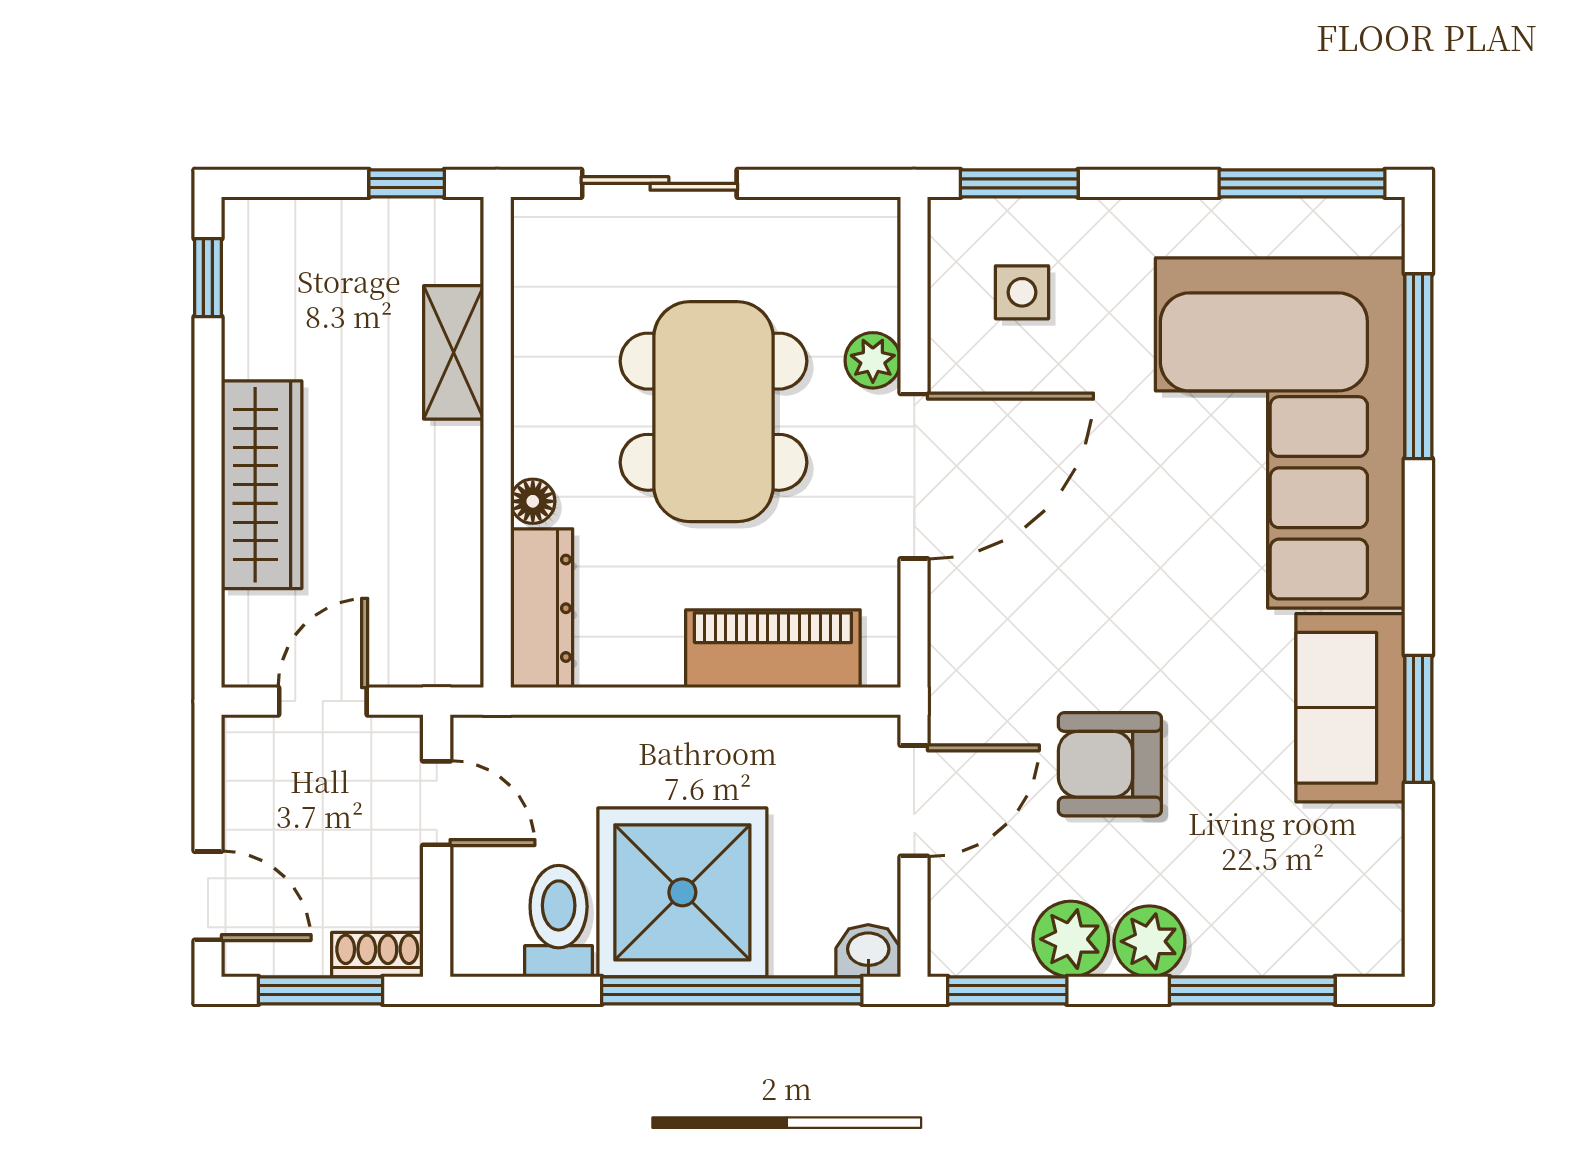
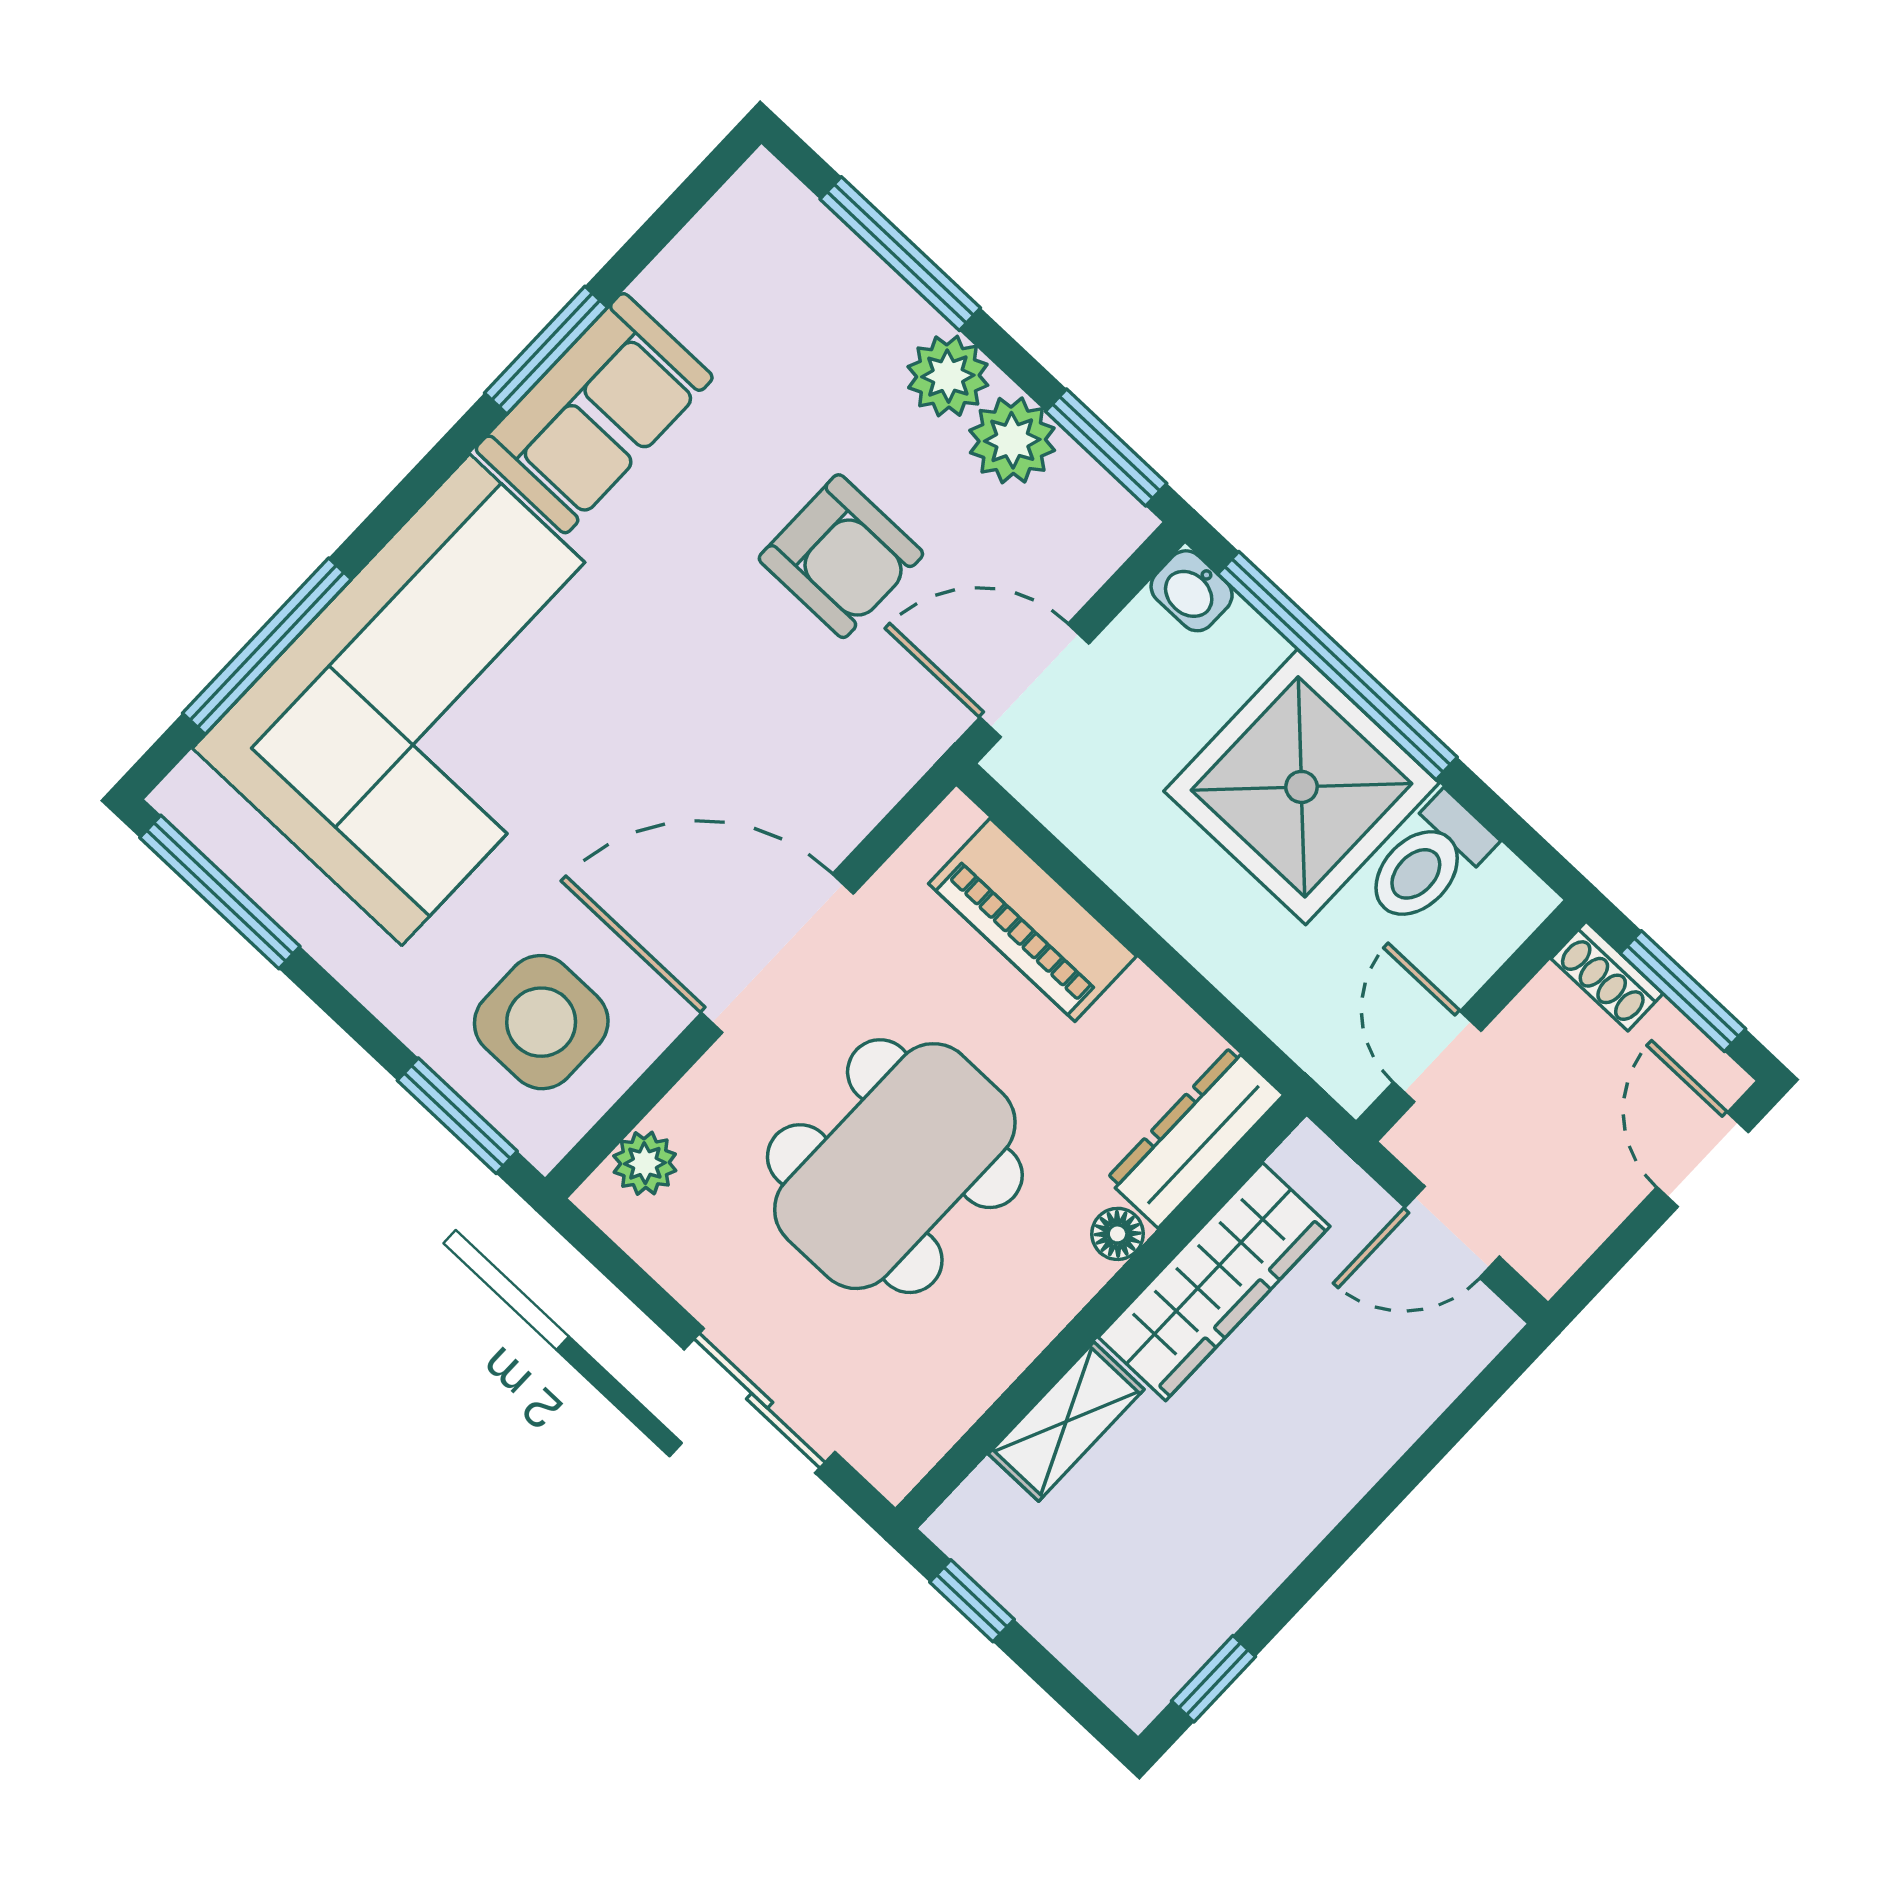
side table: (1022, 292) -> (541, 1022), width x1.87, depth x1.87
plant: (873, 360) -> (645, 1163), moved
wardrobe: (262, 485) -> (1214, 1282), moved, turned 180

